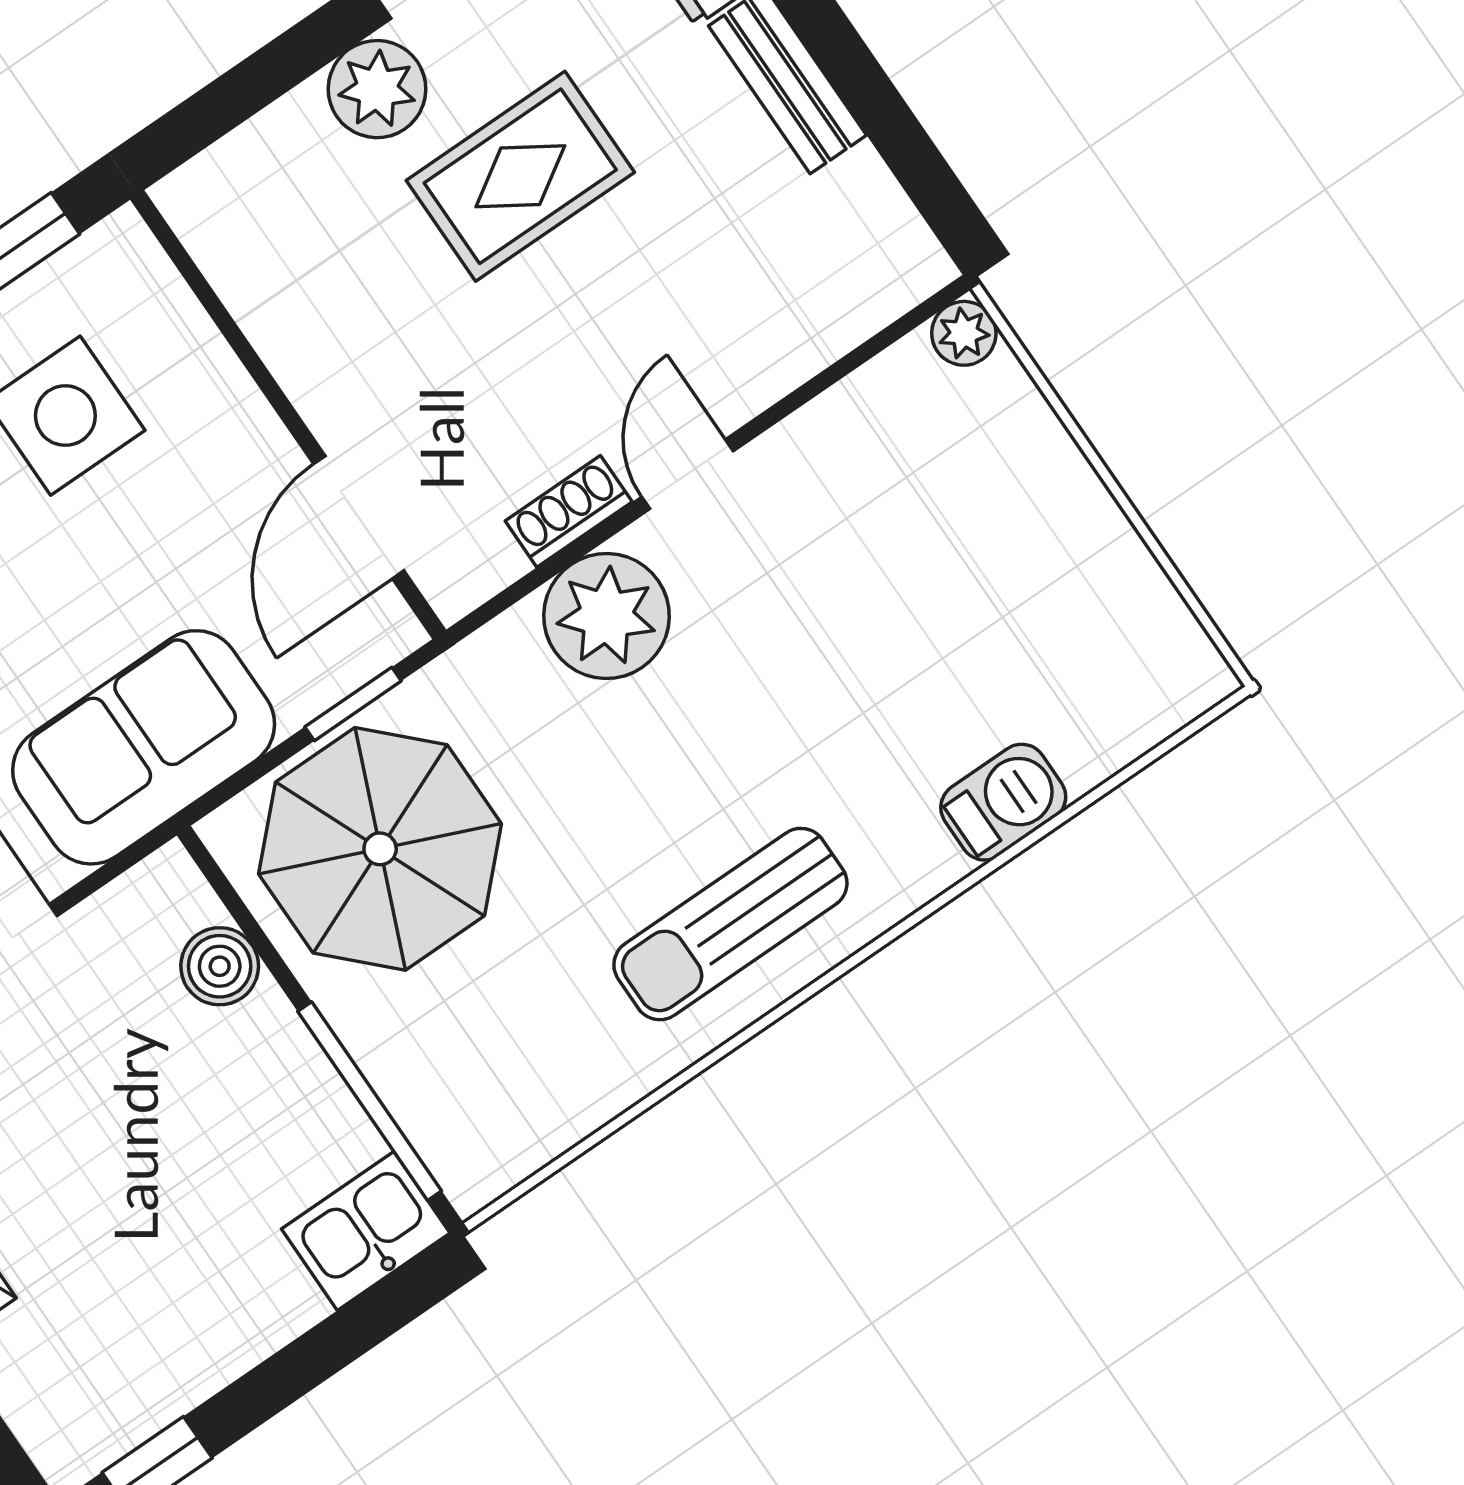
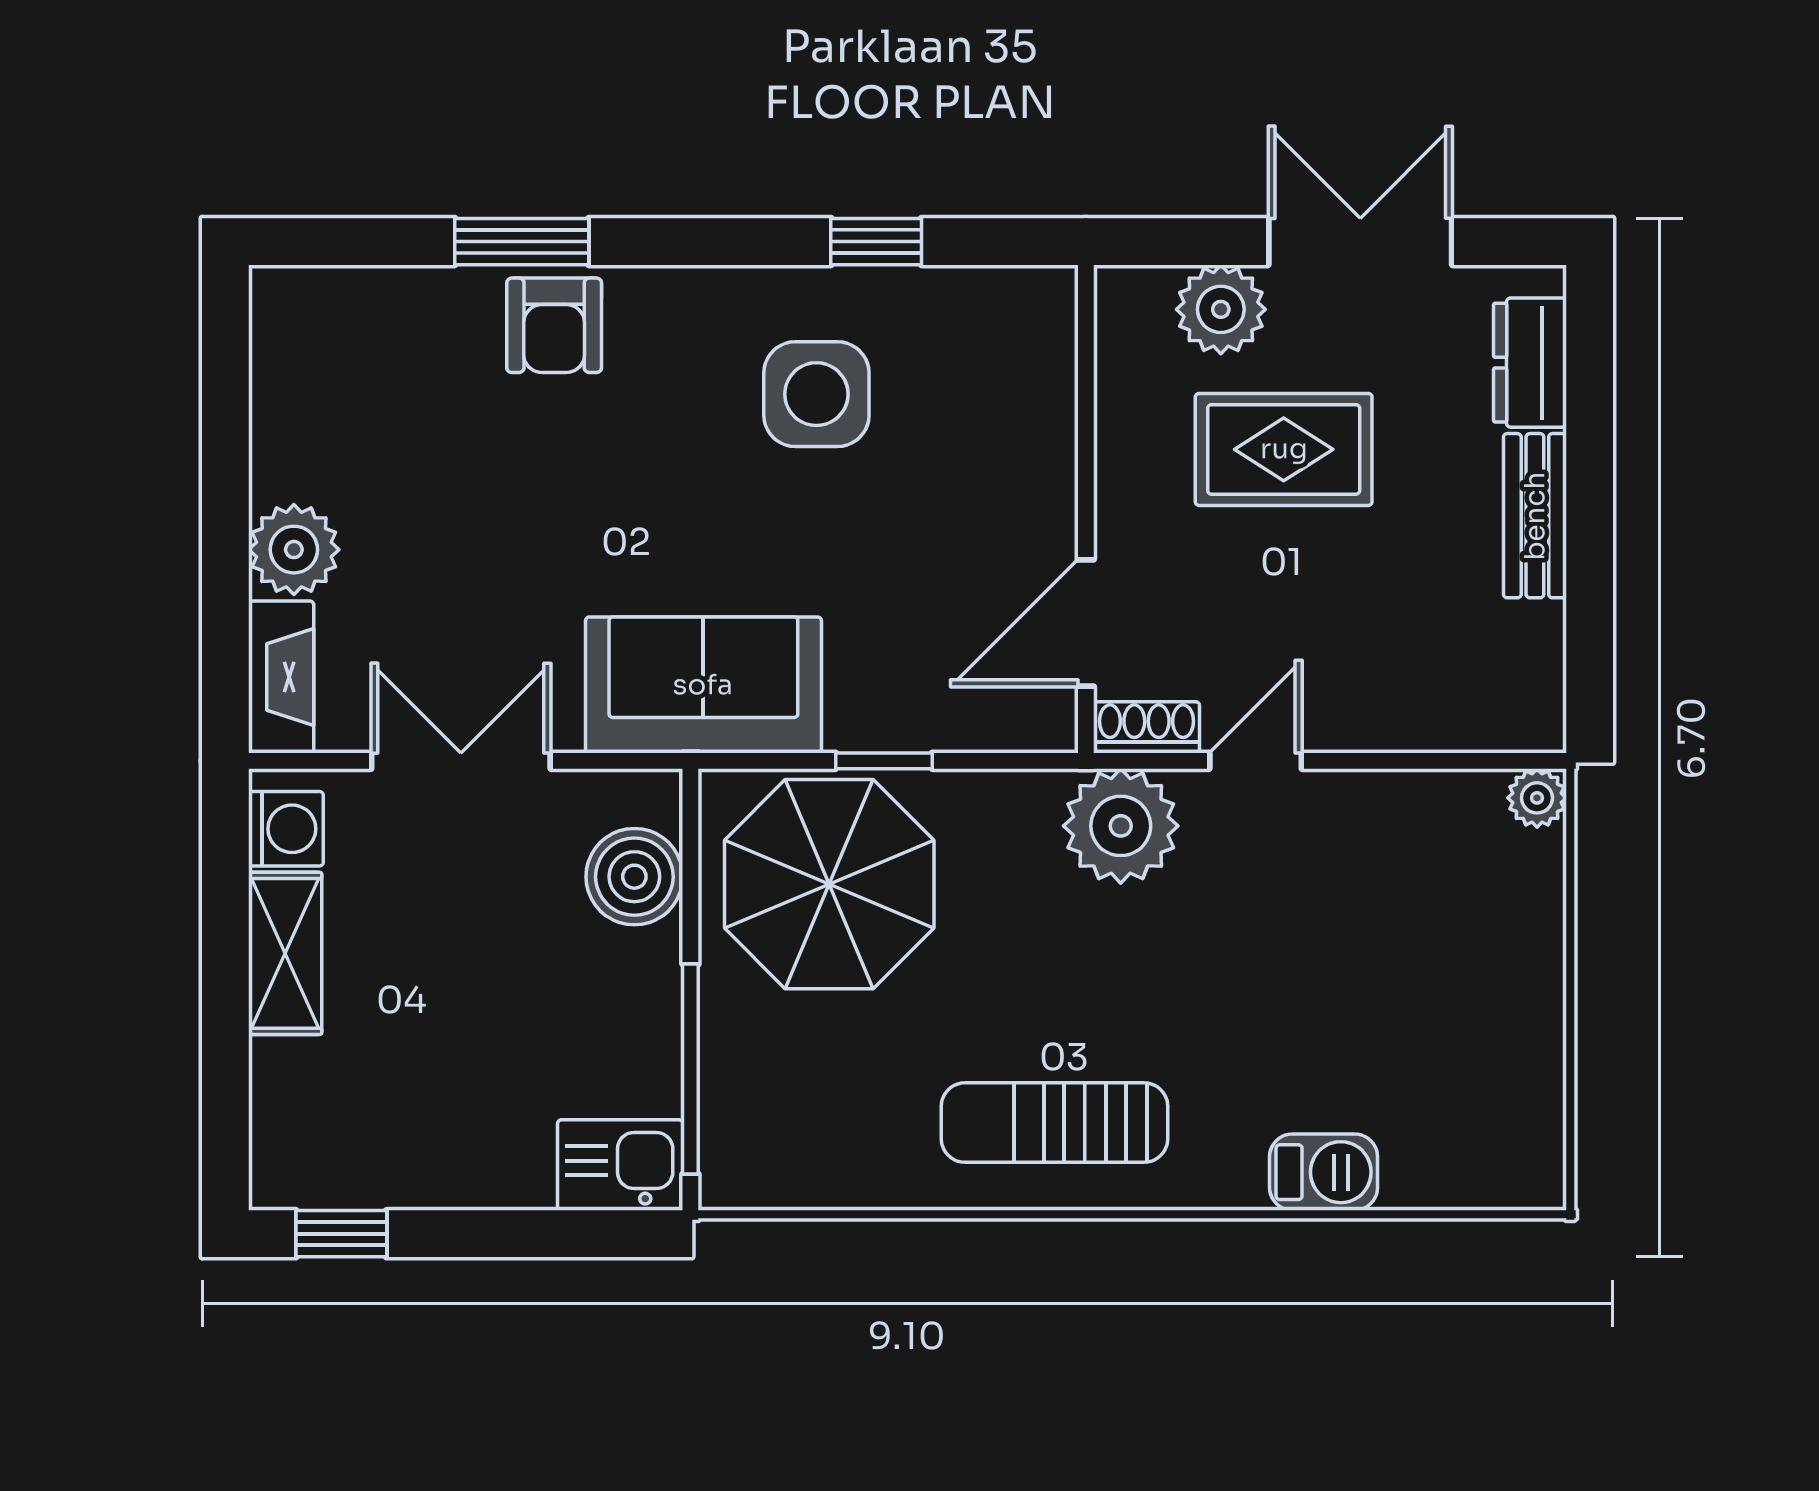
wall: (288, 415) -> (1086, 509), moved
door: (359, 517) -> (1086, 623), moved
boiler: (220, 966) -> (634, 877), width x1.36, depth x1.36

